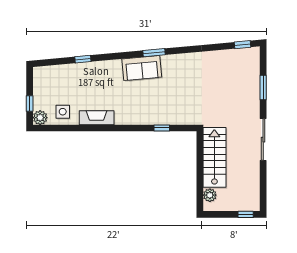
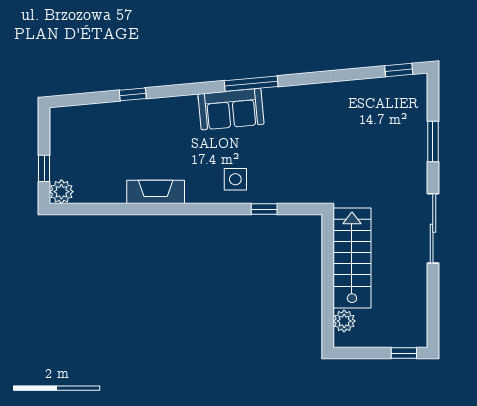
window: (154, 53) -> (251, 84), width x1.44
side table: (63, 112) -> (235, 179), moved

